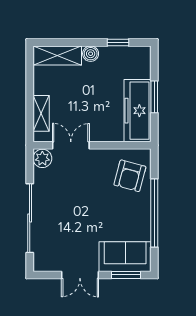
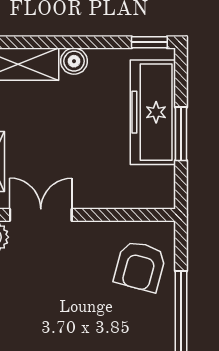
window: (118, 42) -> (149, 42), moved
freezer: (138, 111) -> (153, 112), moved

